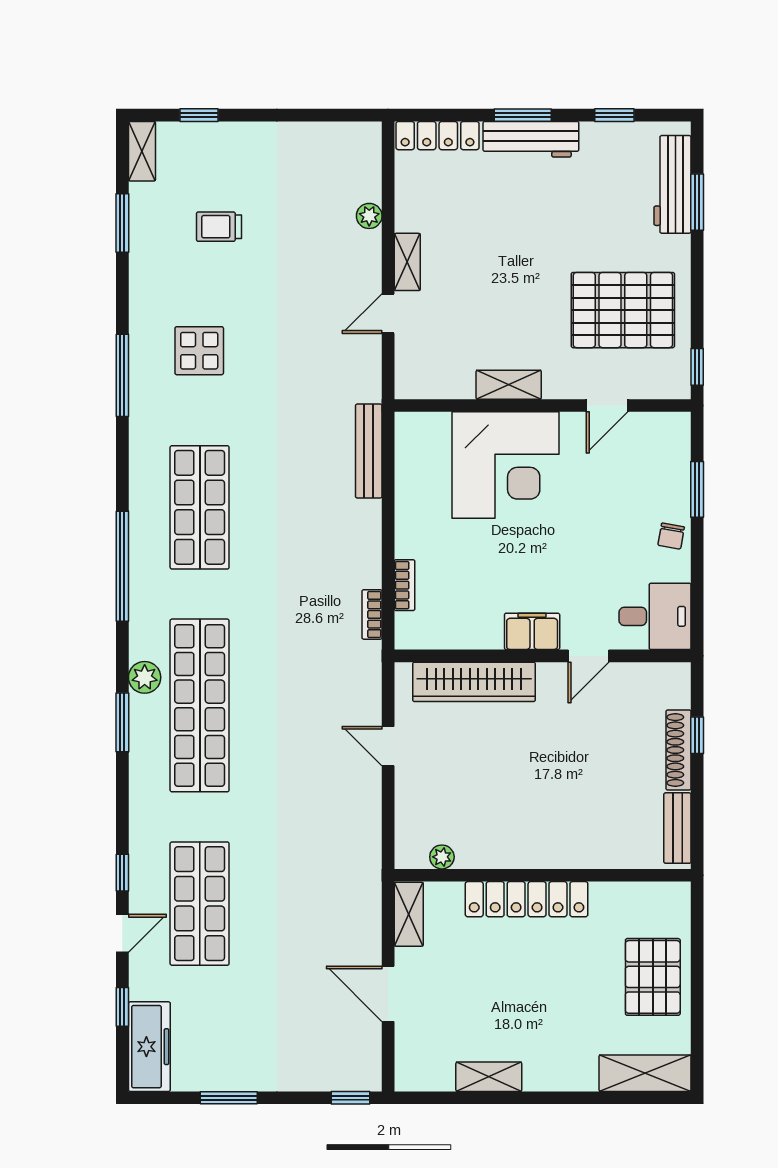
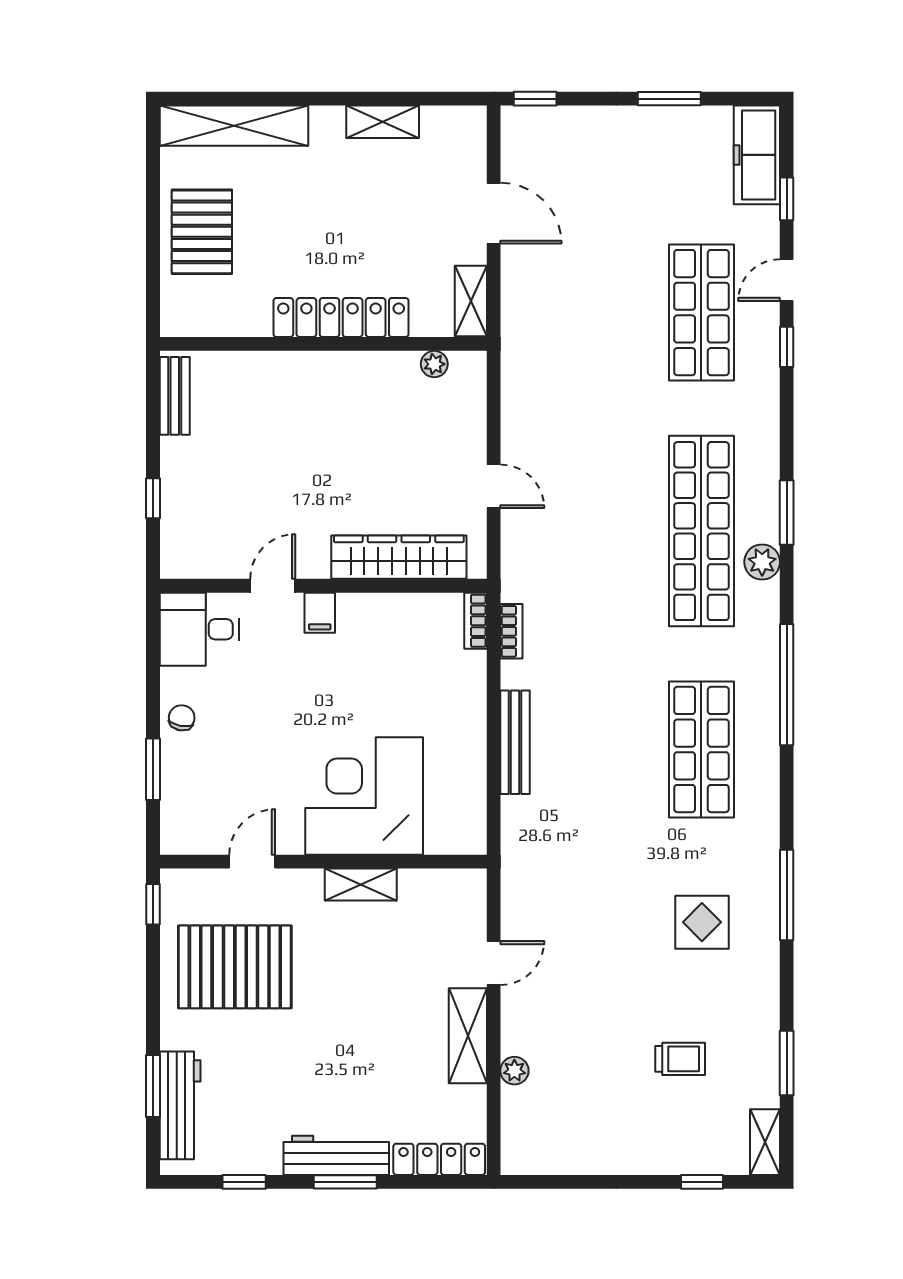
shelving: (407, 262) -> (468, 1036), width x1.50, depth x1.33
bench: (369, 451) -> (515, 742), moved
bookcase: (404, 585) -> (476, 621), moved
filing cabinet: (532, 631) -> (320, 613), width x0.50
shoe rack: (679, 750) -> (174, 482), removed
shelving: (645, 1073) -> (234, 126), width x1.47

